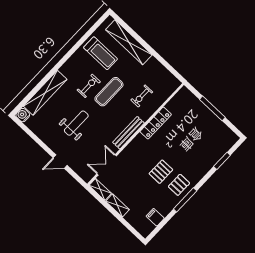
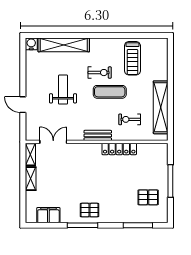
shelving: (129, 42) -> (161, 107), moved
weight bench: (76, 123) -> (63, 90), turned -90
bench: (128, 133) -> (98, 135), width x0.73
window: (222, 161) -> (138, 225), width x1.44
pallet: (161, 172) -> (148, 197), moved
filing cabinet: (155, 217) -> (48, 215), width x2.00

